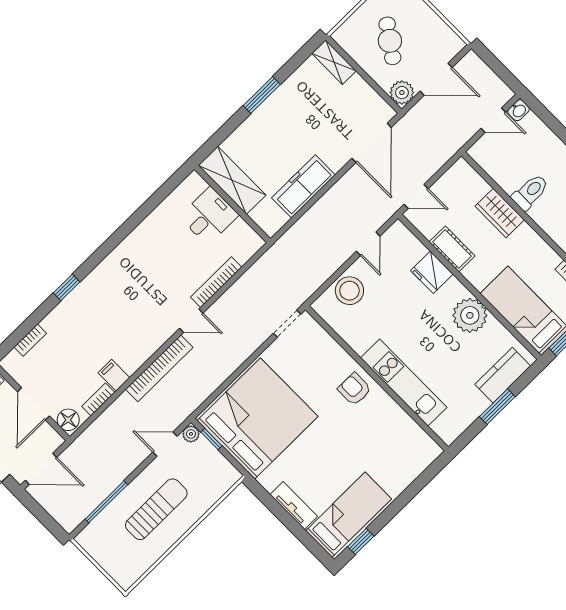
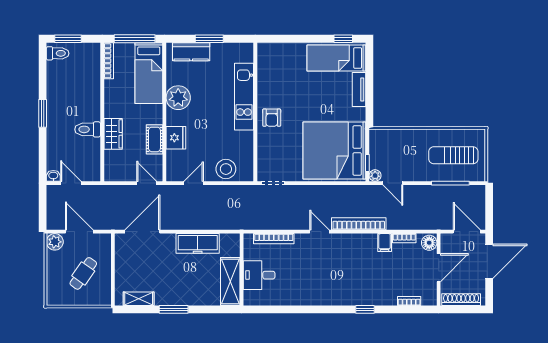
shelving: (334, 62) -> (139, 299), moved, turned 90
plant: (402, 93) -> (55, 242), moved
bookcase: (216, 282) -> (274, 239), moved
sun lounger: (156, 509) -> (453, 155), moved

